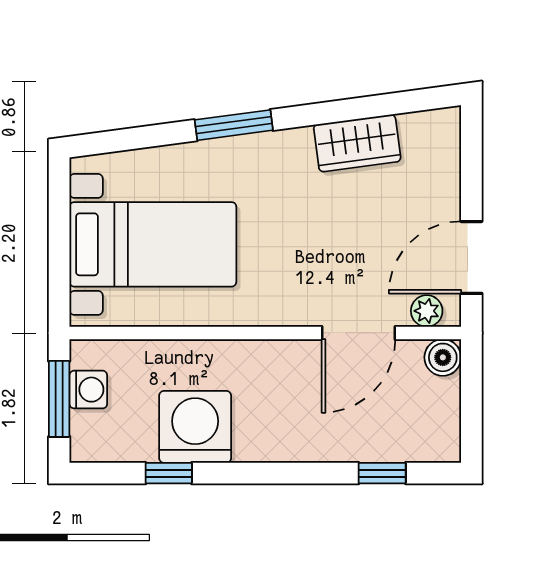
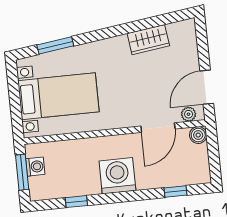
window: (234, 125) -> (55, 45), moved
washing machine: (195, 427) -> (117, 176), moved

